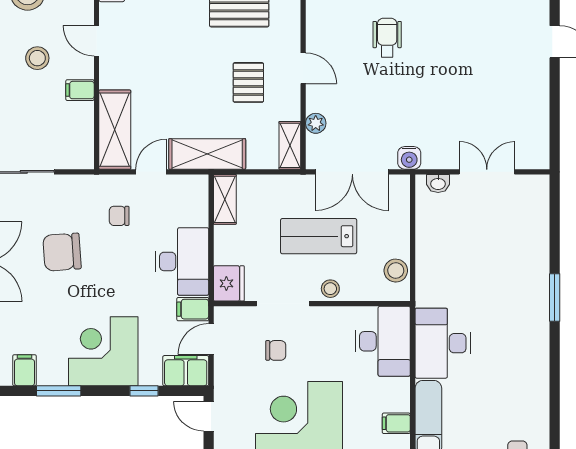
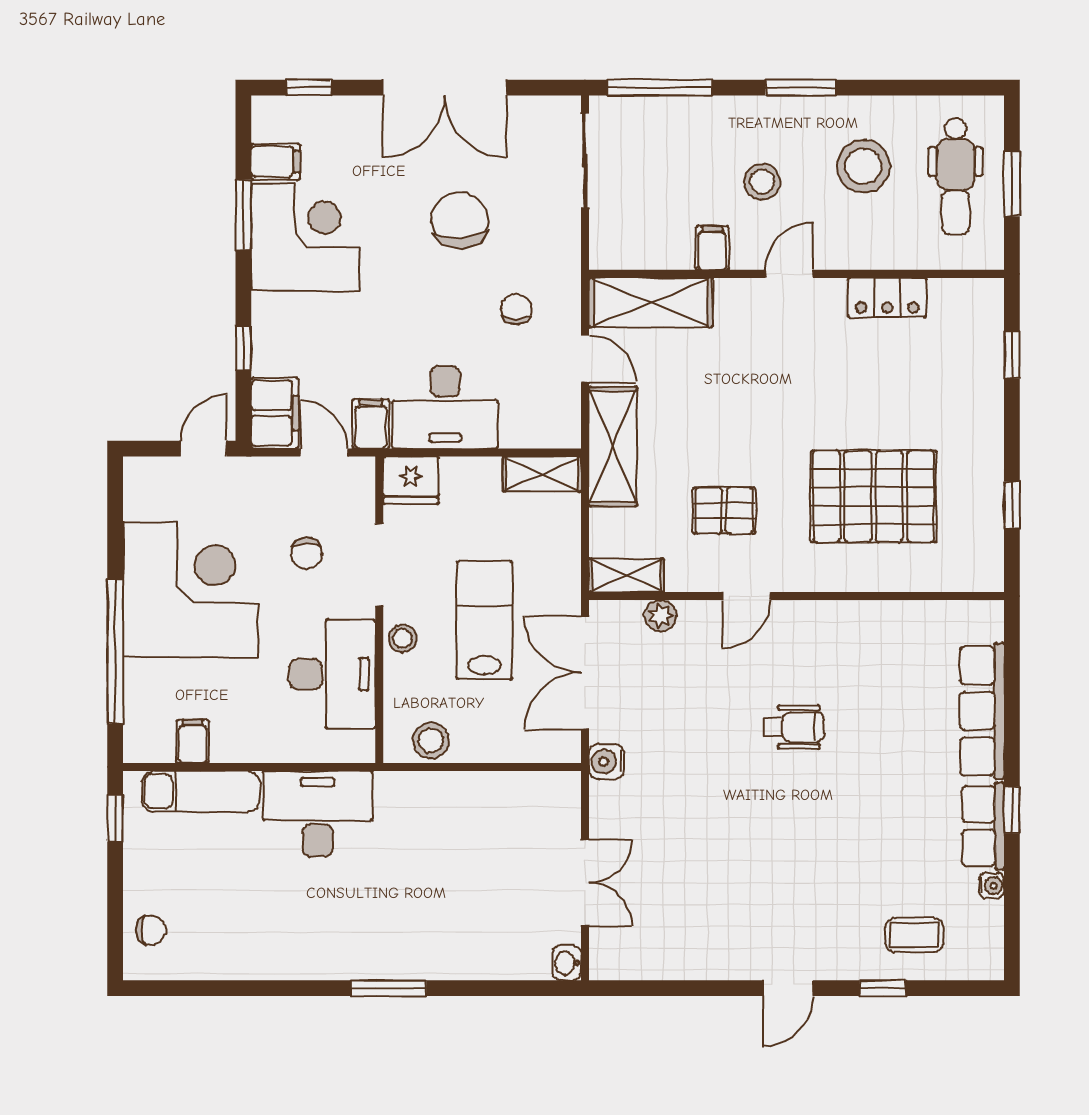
washbasin: (438, 183) -> (567, 963), moved
desk: (383, 341) -> (332, 674), moved, turned -90
corner desk: (103, 351) -> (305, 237), moved

